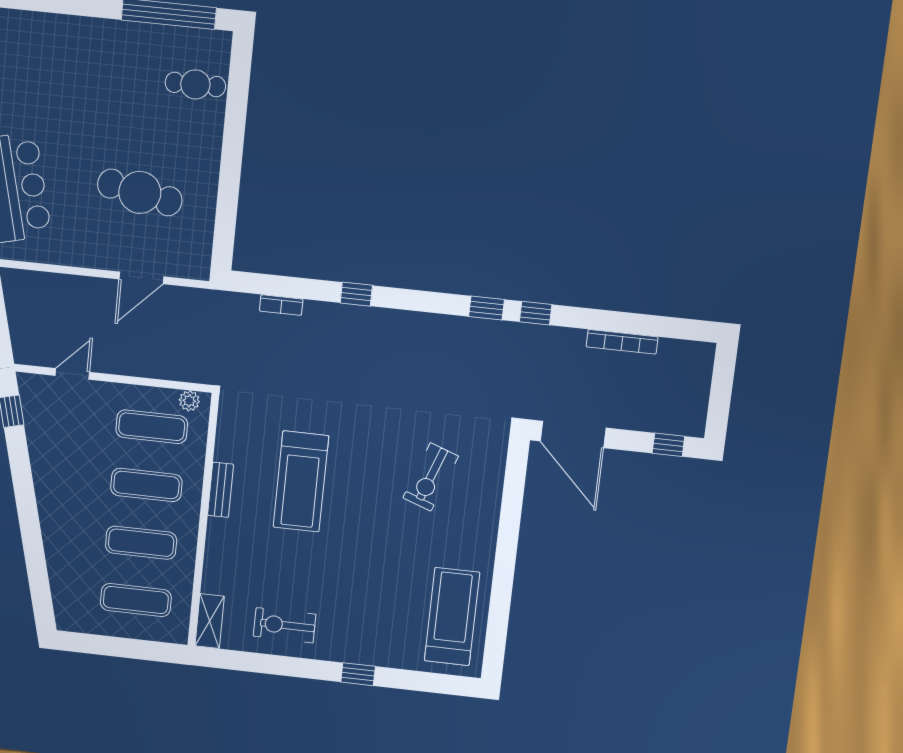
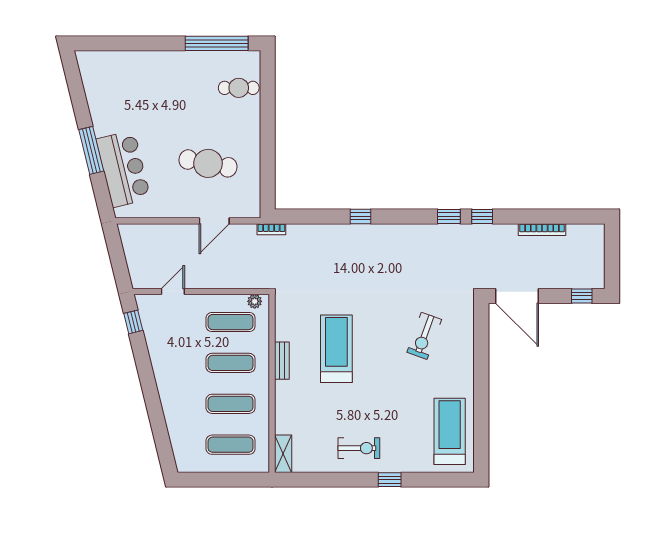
bookcase: (281, 305) -> (271, 229), moved
treadmill: (301, 481) -> (336, 349), turned 180
exercise bike: (285, 625) -> (359, 448), moved, turned 180

